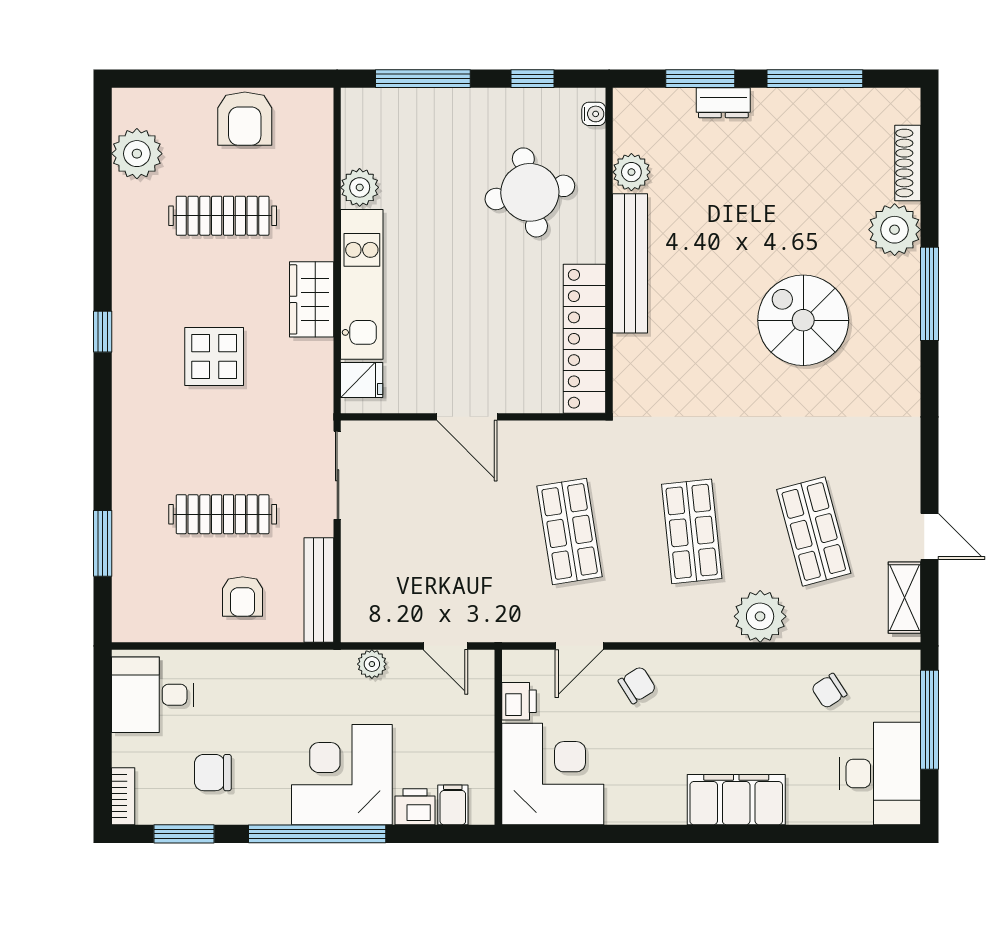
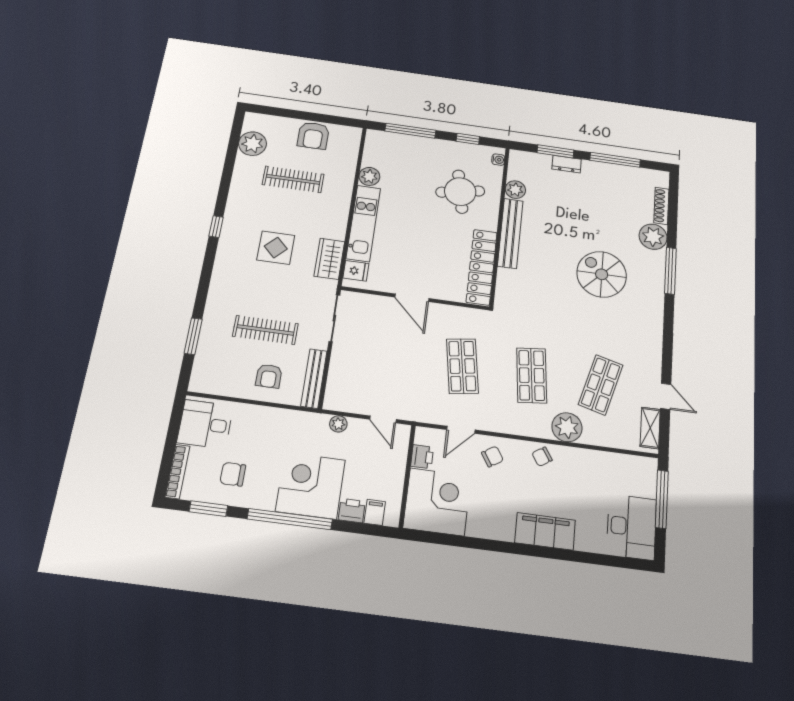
wardrobe: (312, 299) -> (329, 259), moved
shop shelf: (814, 531) -> (601, 385), turned 30
chair: (829, 691) -> (542, 457), moved
bookcase: (123, 796) -> (177, 472), width x1.56

